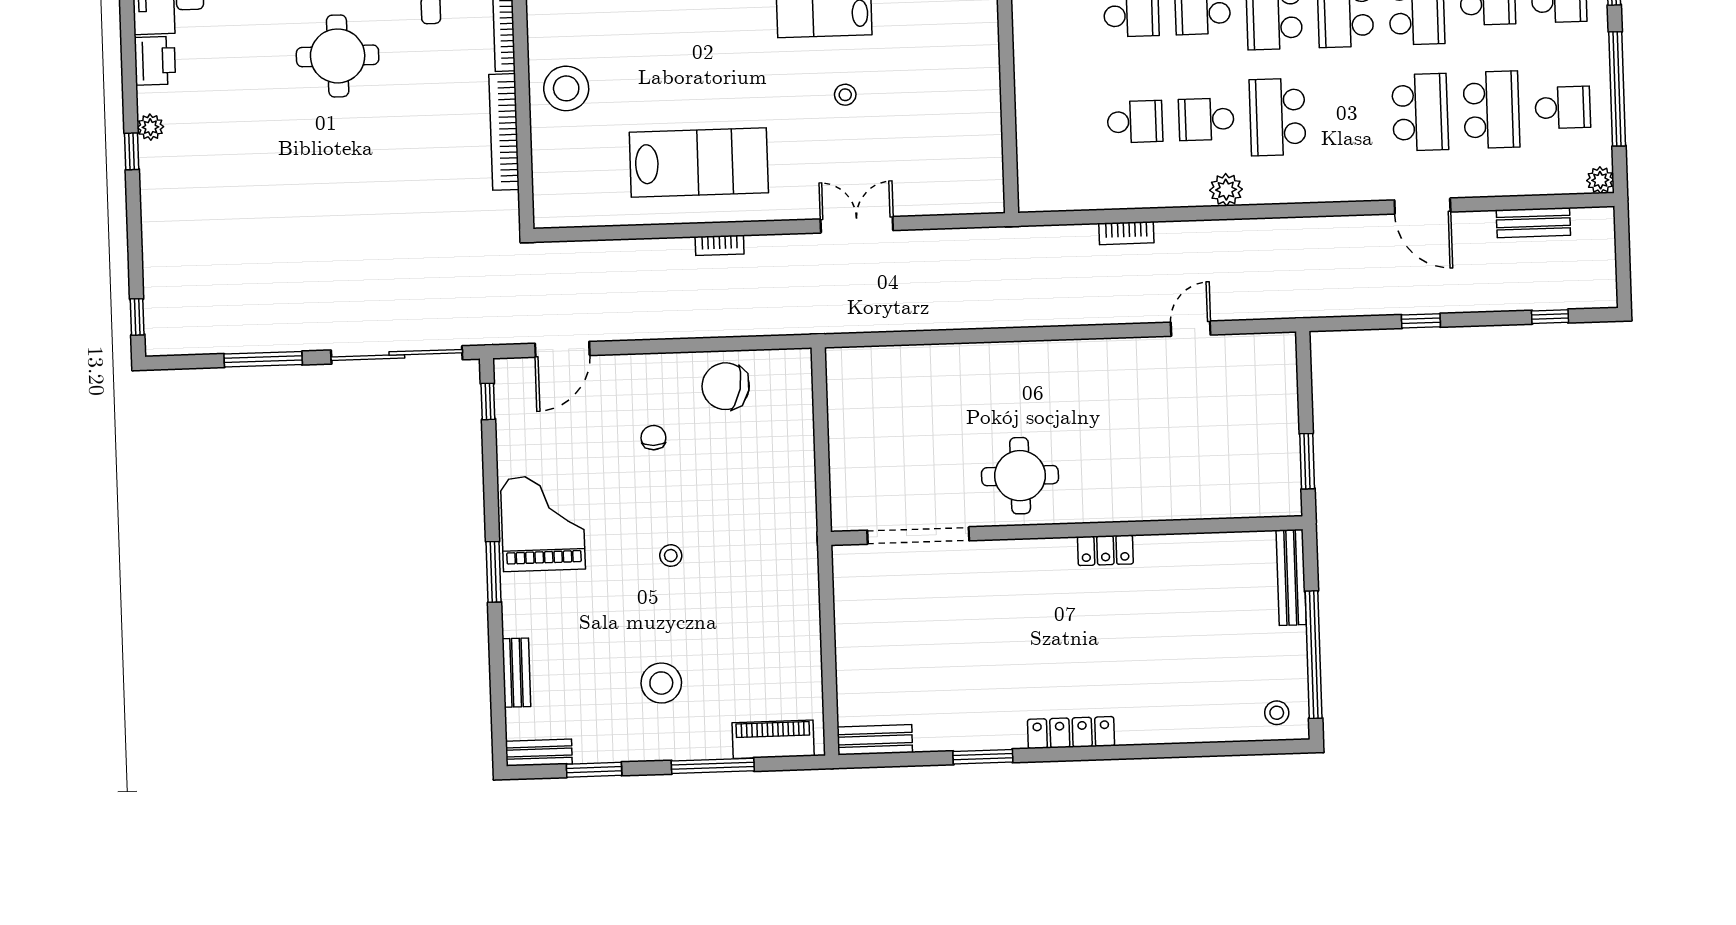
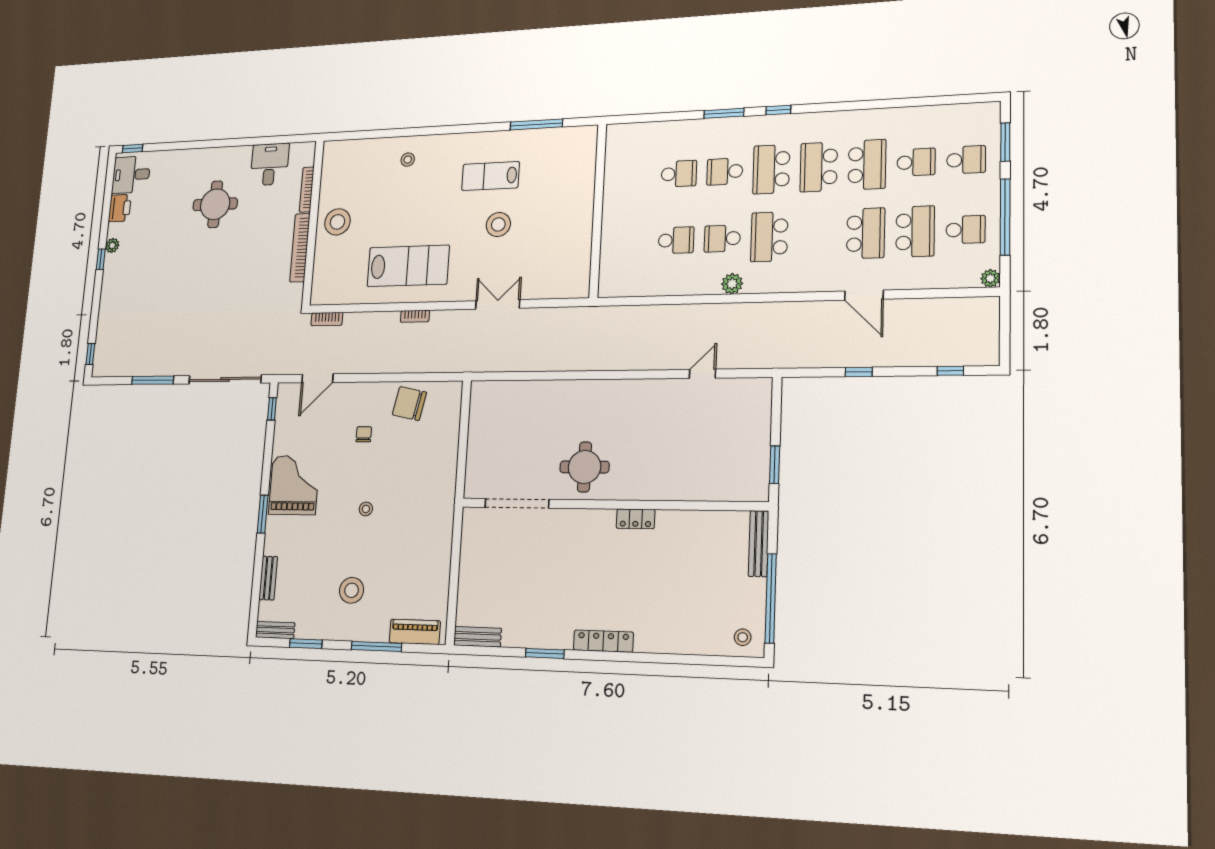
stool: (845, 95) -> (498, 224), width x1.89, depth x1.89
bench: (1533, 223) -> (941, 307), removed
bookcase: (1126, 233) -> (327, 319), moved

